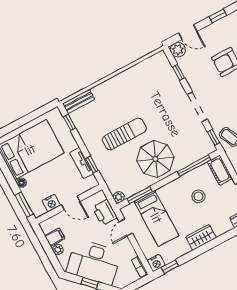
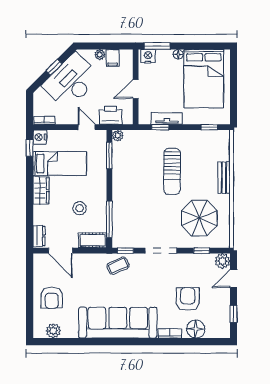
bench: (79, 101) -> (224, 178), moved
parasol: (155, 159) -> (199, 218), moved
nightstand: (51, 203) -> (148, 56), moved, turned 90
bed: (156, 218) -> (60, 163), moved, turned 180

